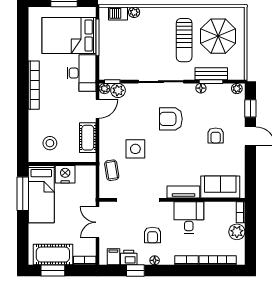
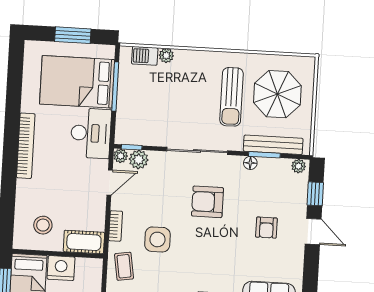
bench: (211, 74) -> (273, 145), width x1.36
cot: (88, 138) -> (84, 242), moved, turned 90
bookcase: (104, 141) -> (116, 226), added

